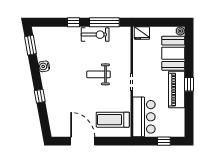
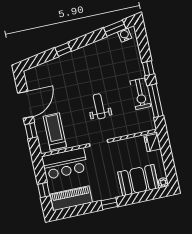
water cooler: (44, 66) -> (125, 35), moved
piano: (177, 90) -> (71, 198), moved
window: (107, 141) -> (31, 131), added

